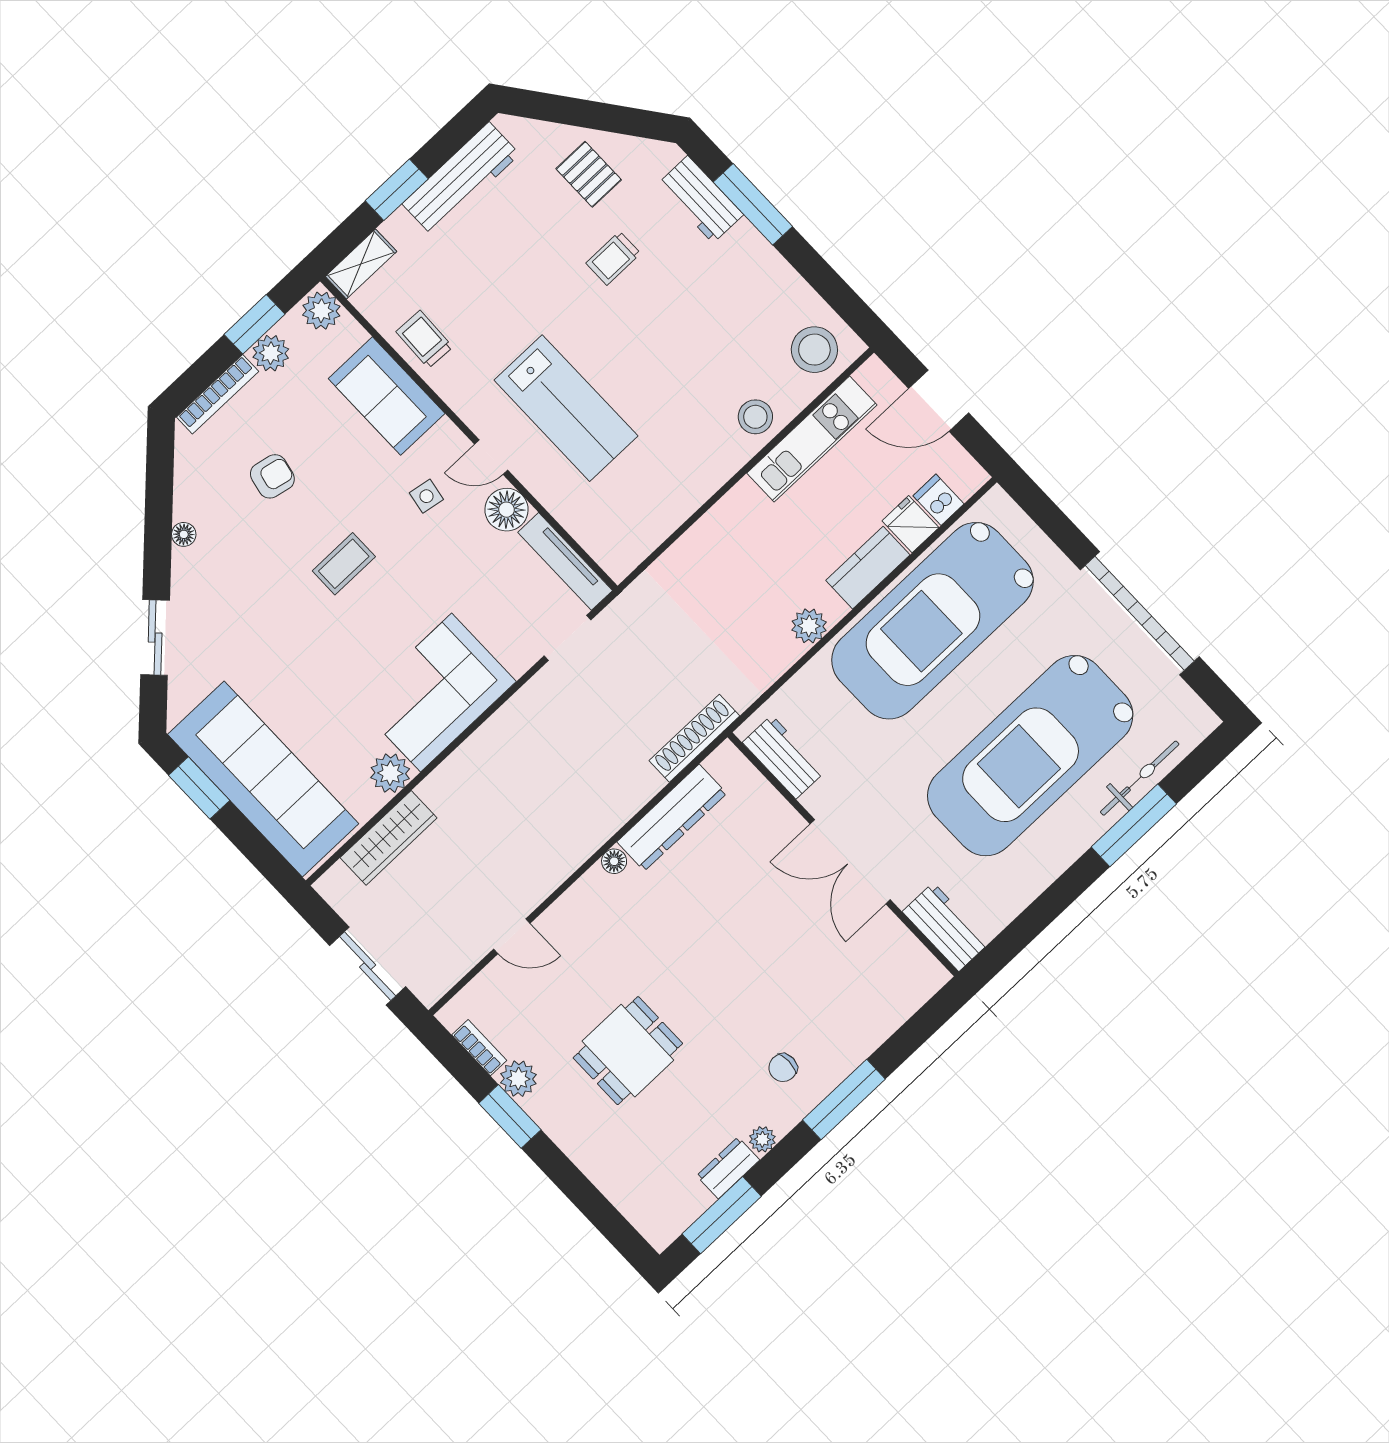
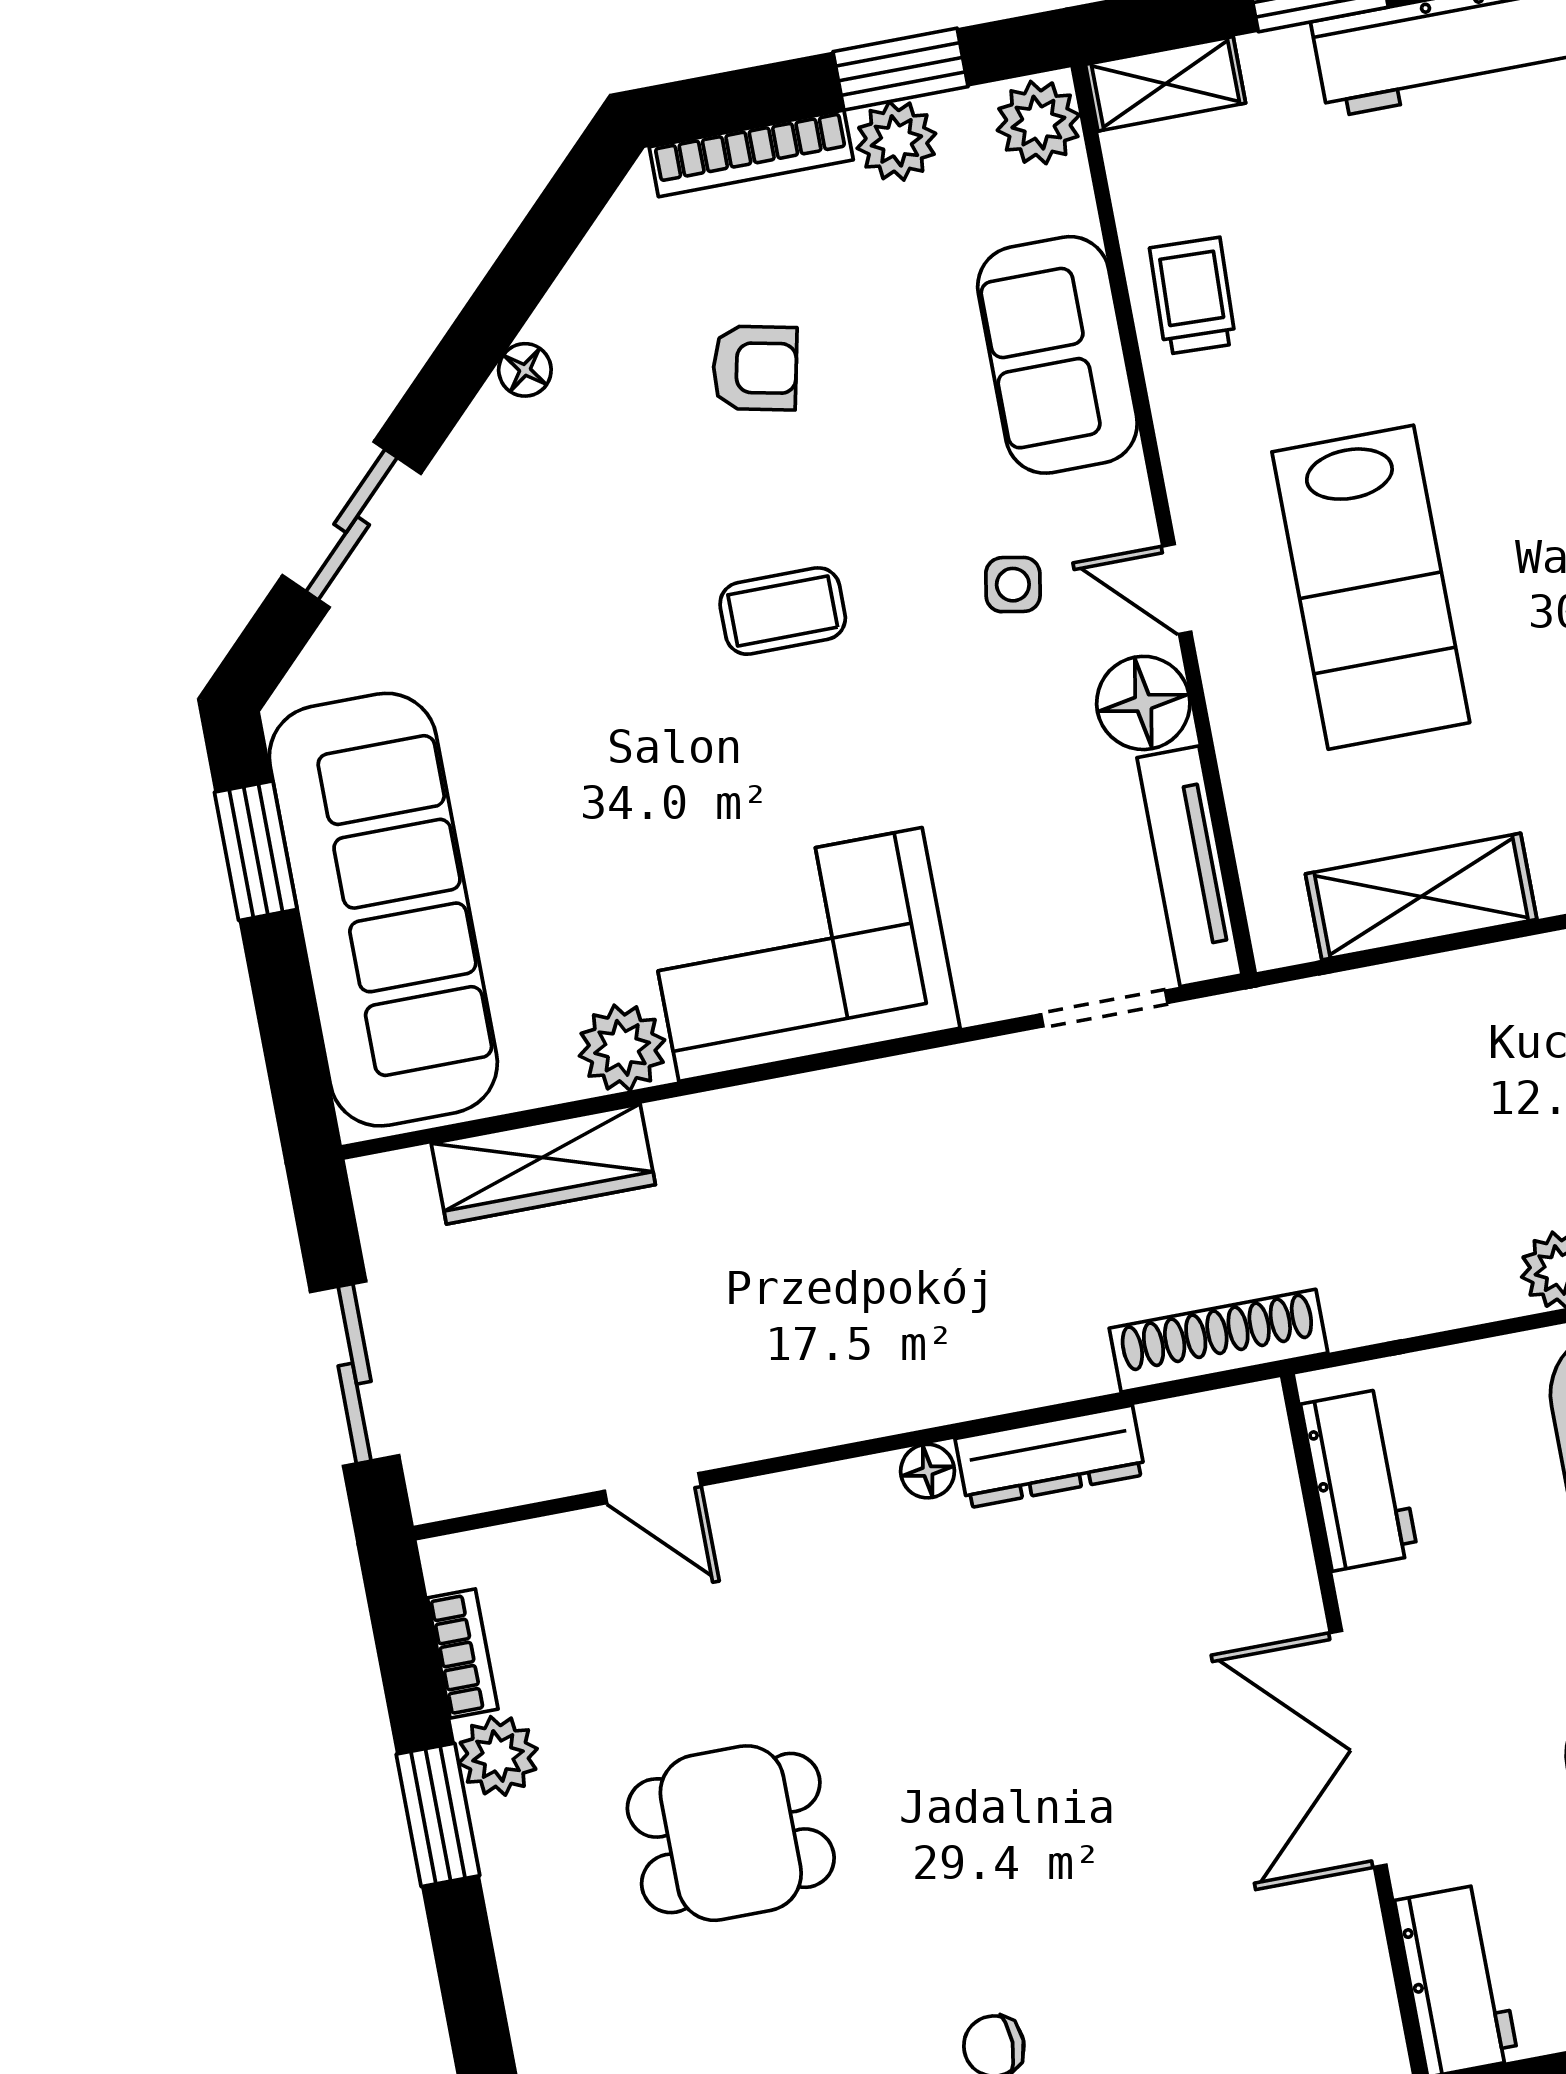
shelving: (662, 516) -> (1421, 897), added
dresser: (672, 818) -> (1050, 1457), width x0.73, depth x0.80

